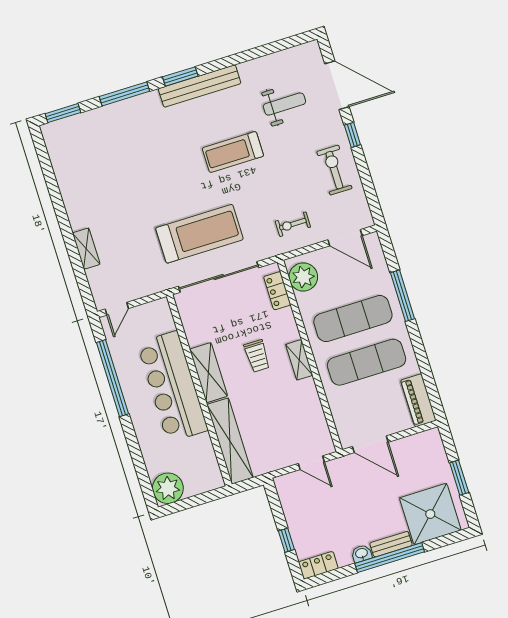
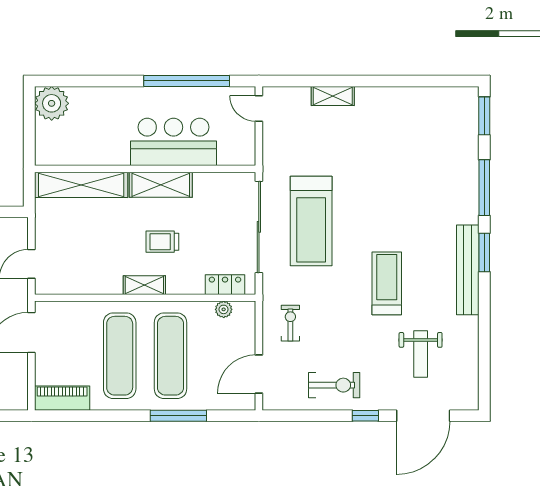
plant: (303, 277) -> (224, 309), width x0.53, depth x0.53
bar counter: (173, 387) -> (173, 142), width x0.73

